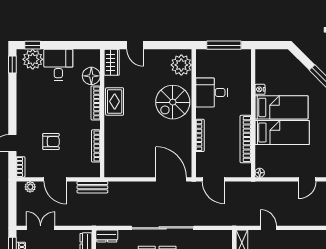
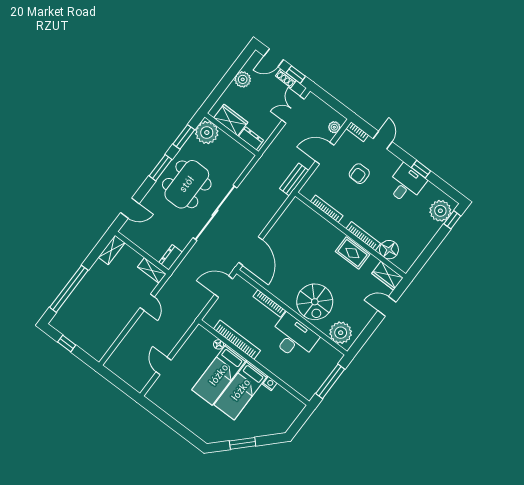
window: (12, 65) -> (421, 169), moved
desk: (58, 65) -> (406, 184), moved, turned -90
desk: (212, 92) -> (293, 337), width x1.37
spiral stairs: (173, 102) -> (315, 302), turned 180
floor lamp: (260, 173) -> (218, 344), moved
door: (171, 179) -> (251, 251), hinge flipped
double door: (41, 228) -> (293, 110), swing flipped
door: (268, 228) -> (147, 302), hinge flipped
dresser: (107, 236) -> (171, 257), moved

